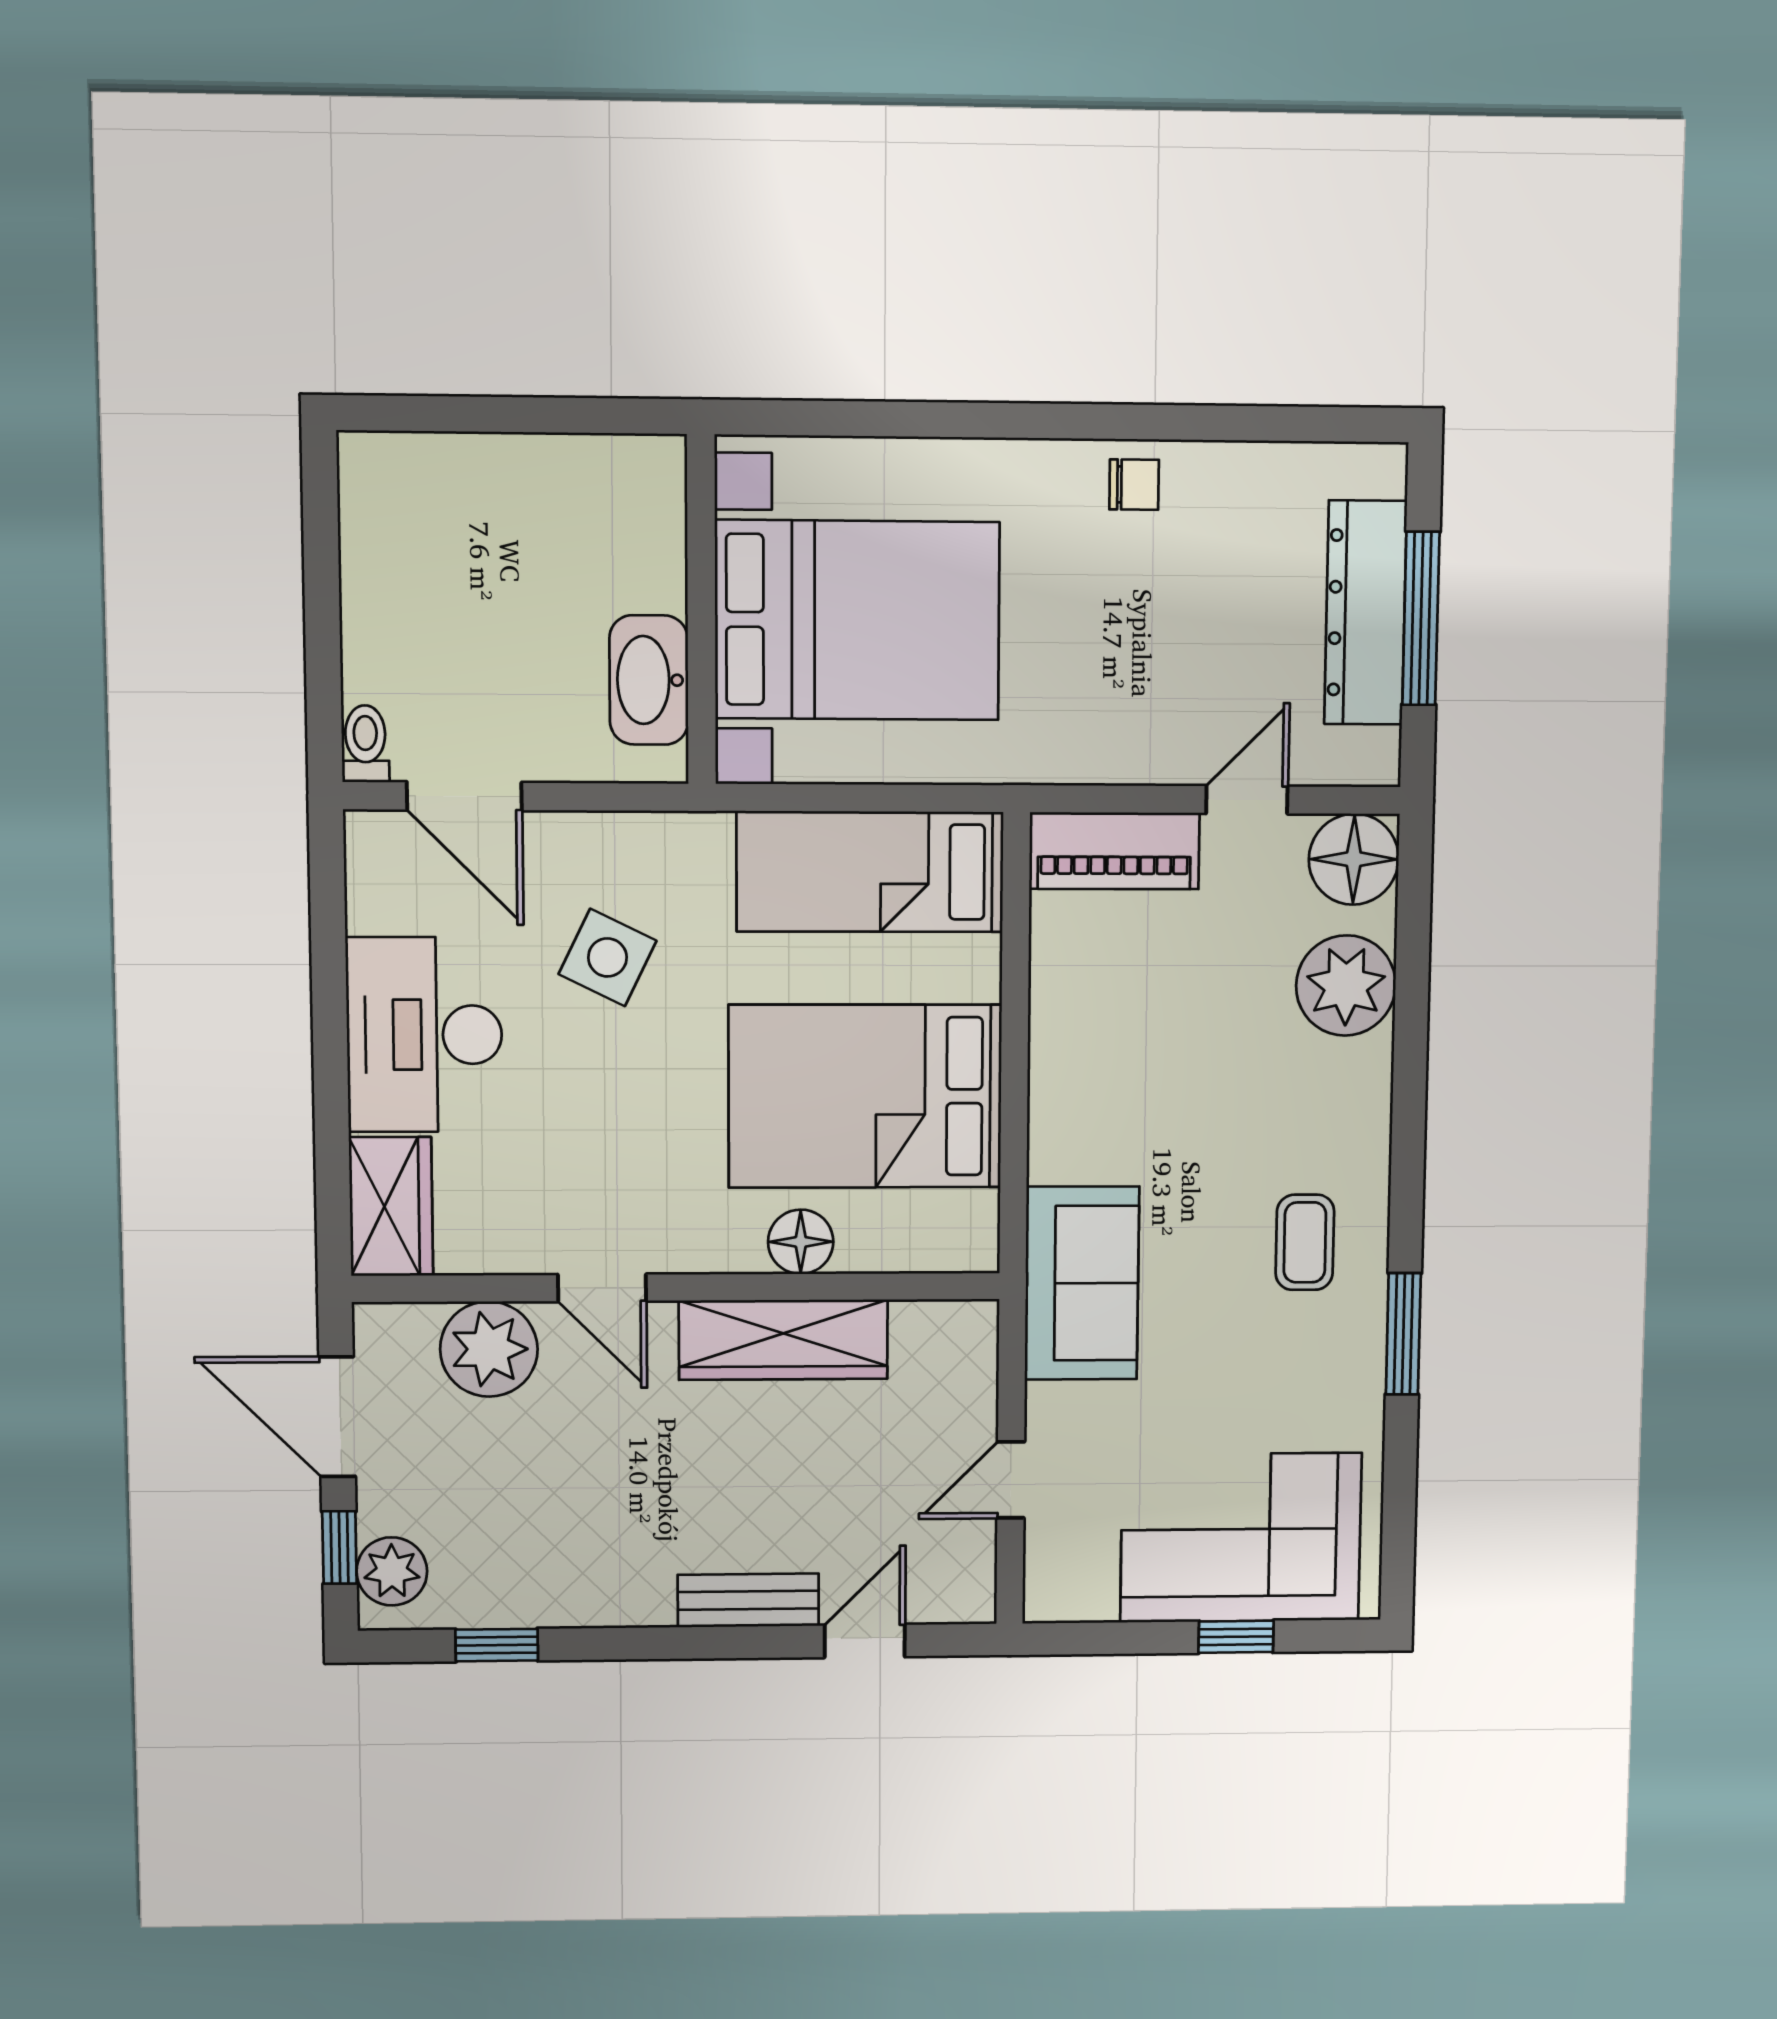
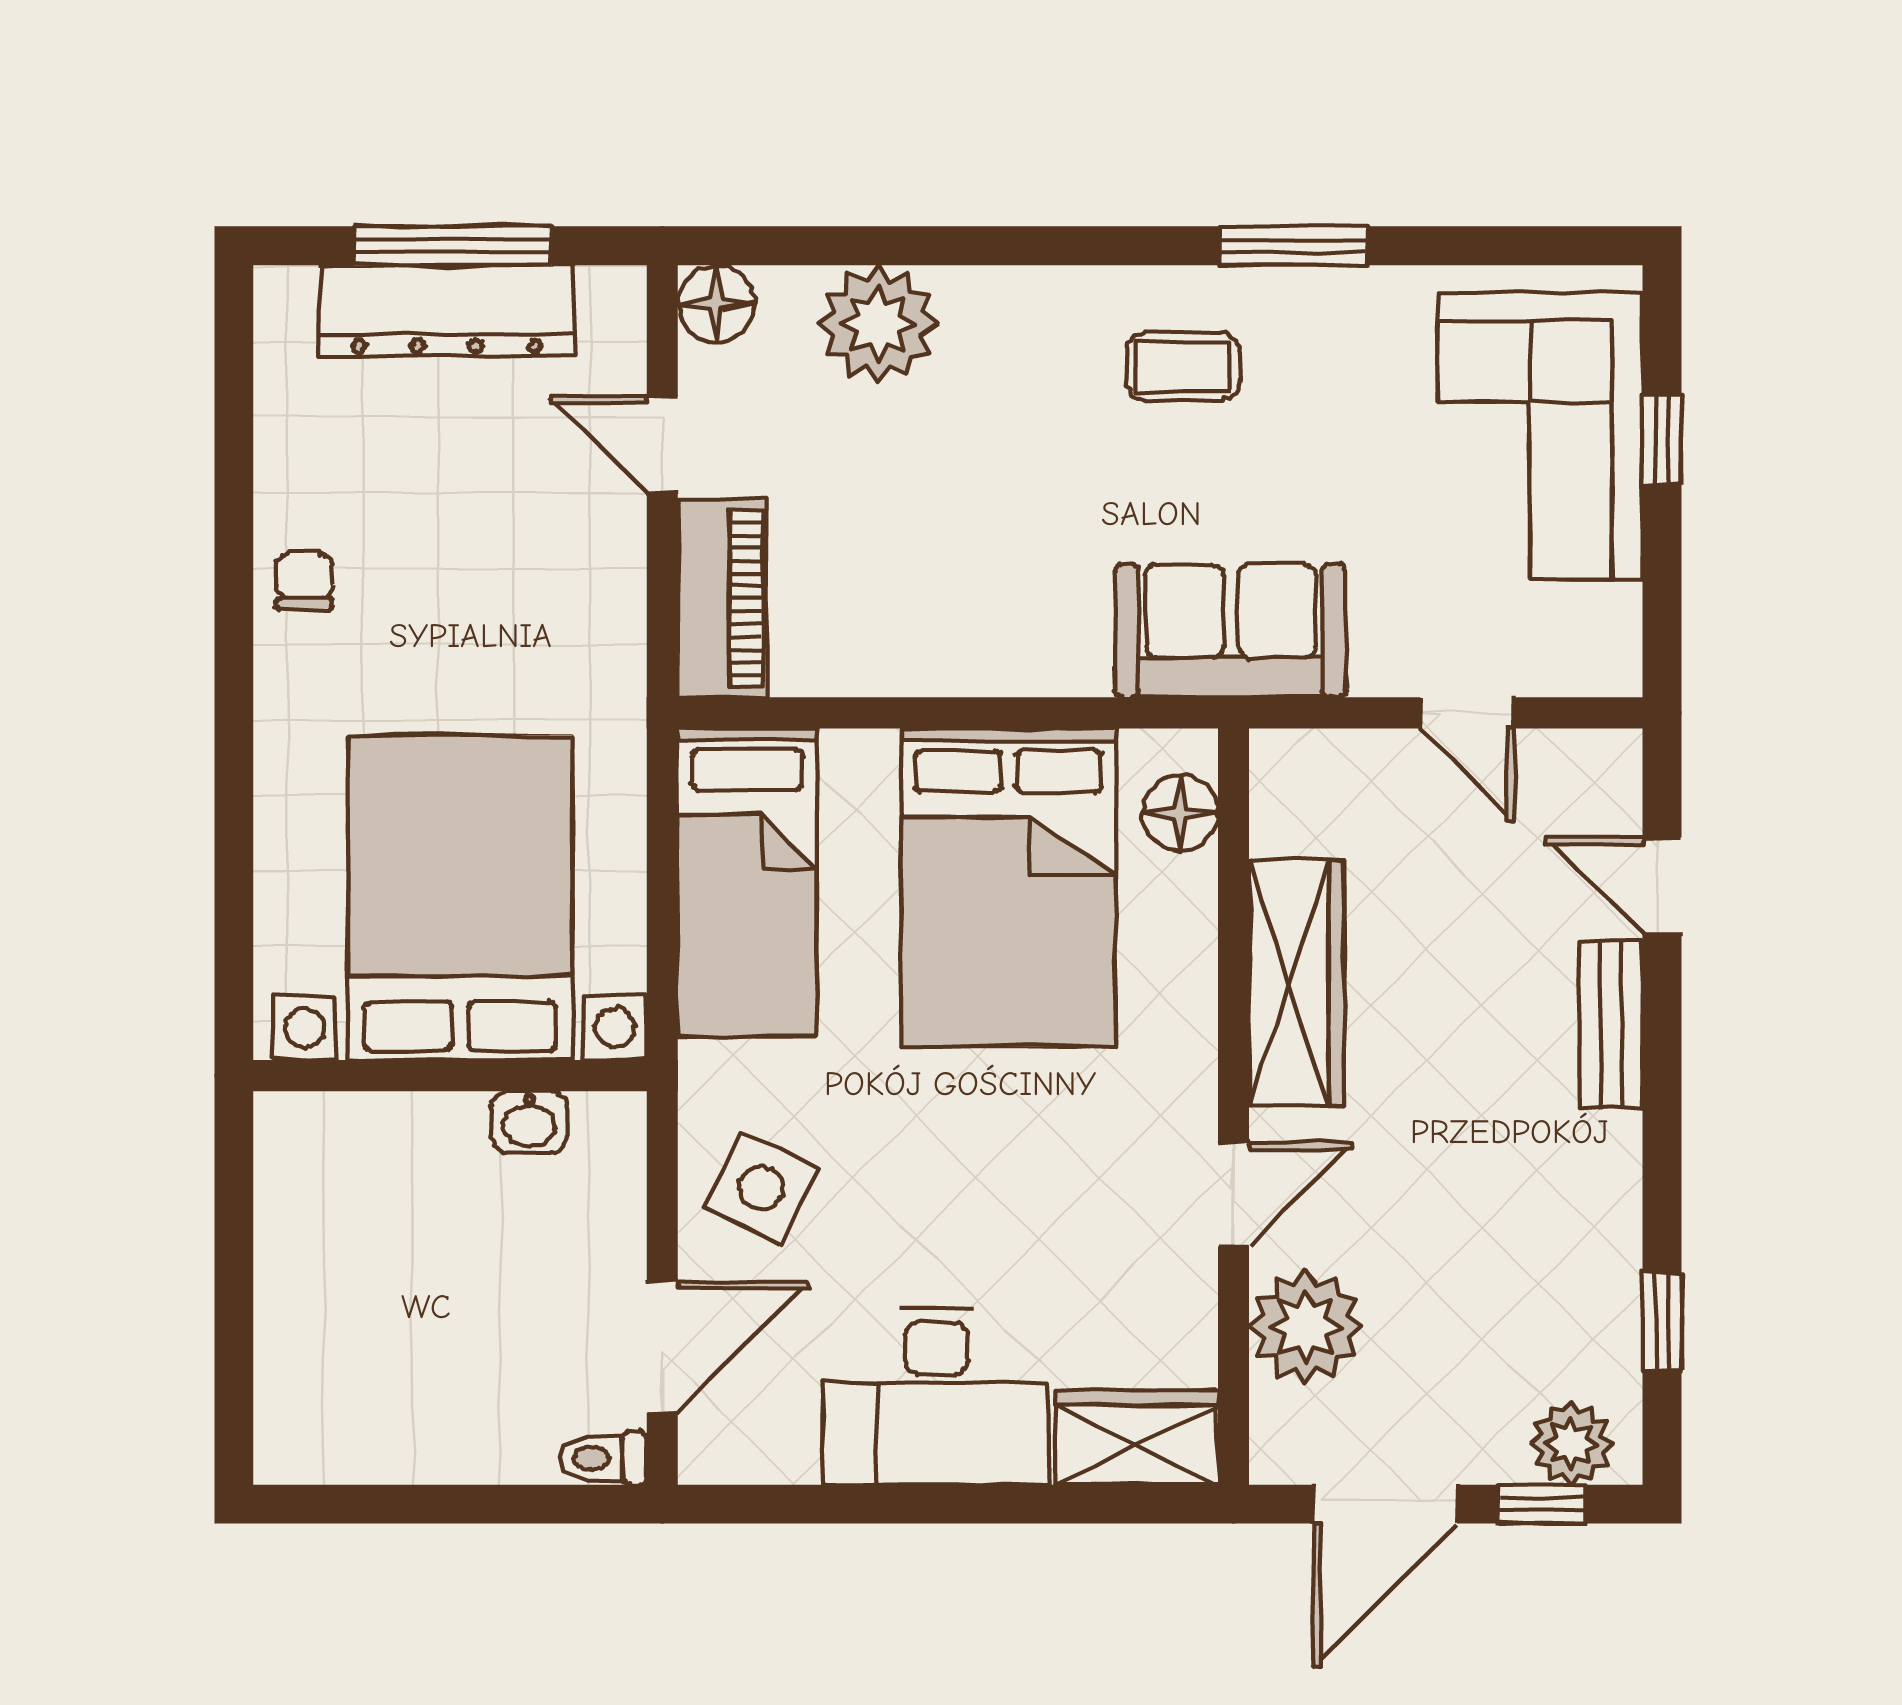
washbasin: (649, 680) -> (529, 1122), width x0.52, depth x0.69
floor lamp: (1354, 859) -> (716, 304), width x0.73, depth x0.73
side table: (607, 957) -> (761, 1188), moved
floor lamp: (801, 1242) -> (1180, 813), moved

